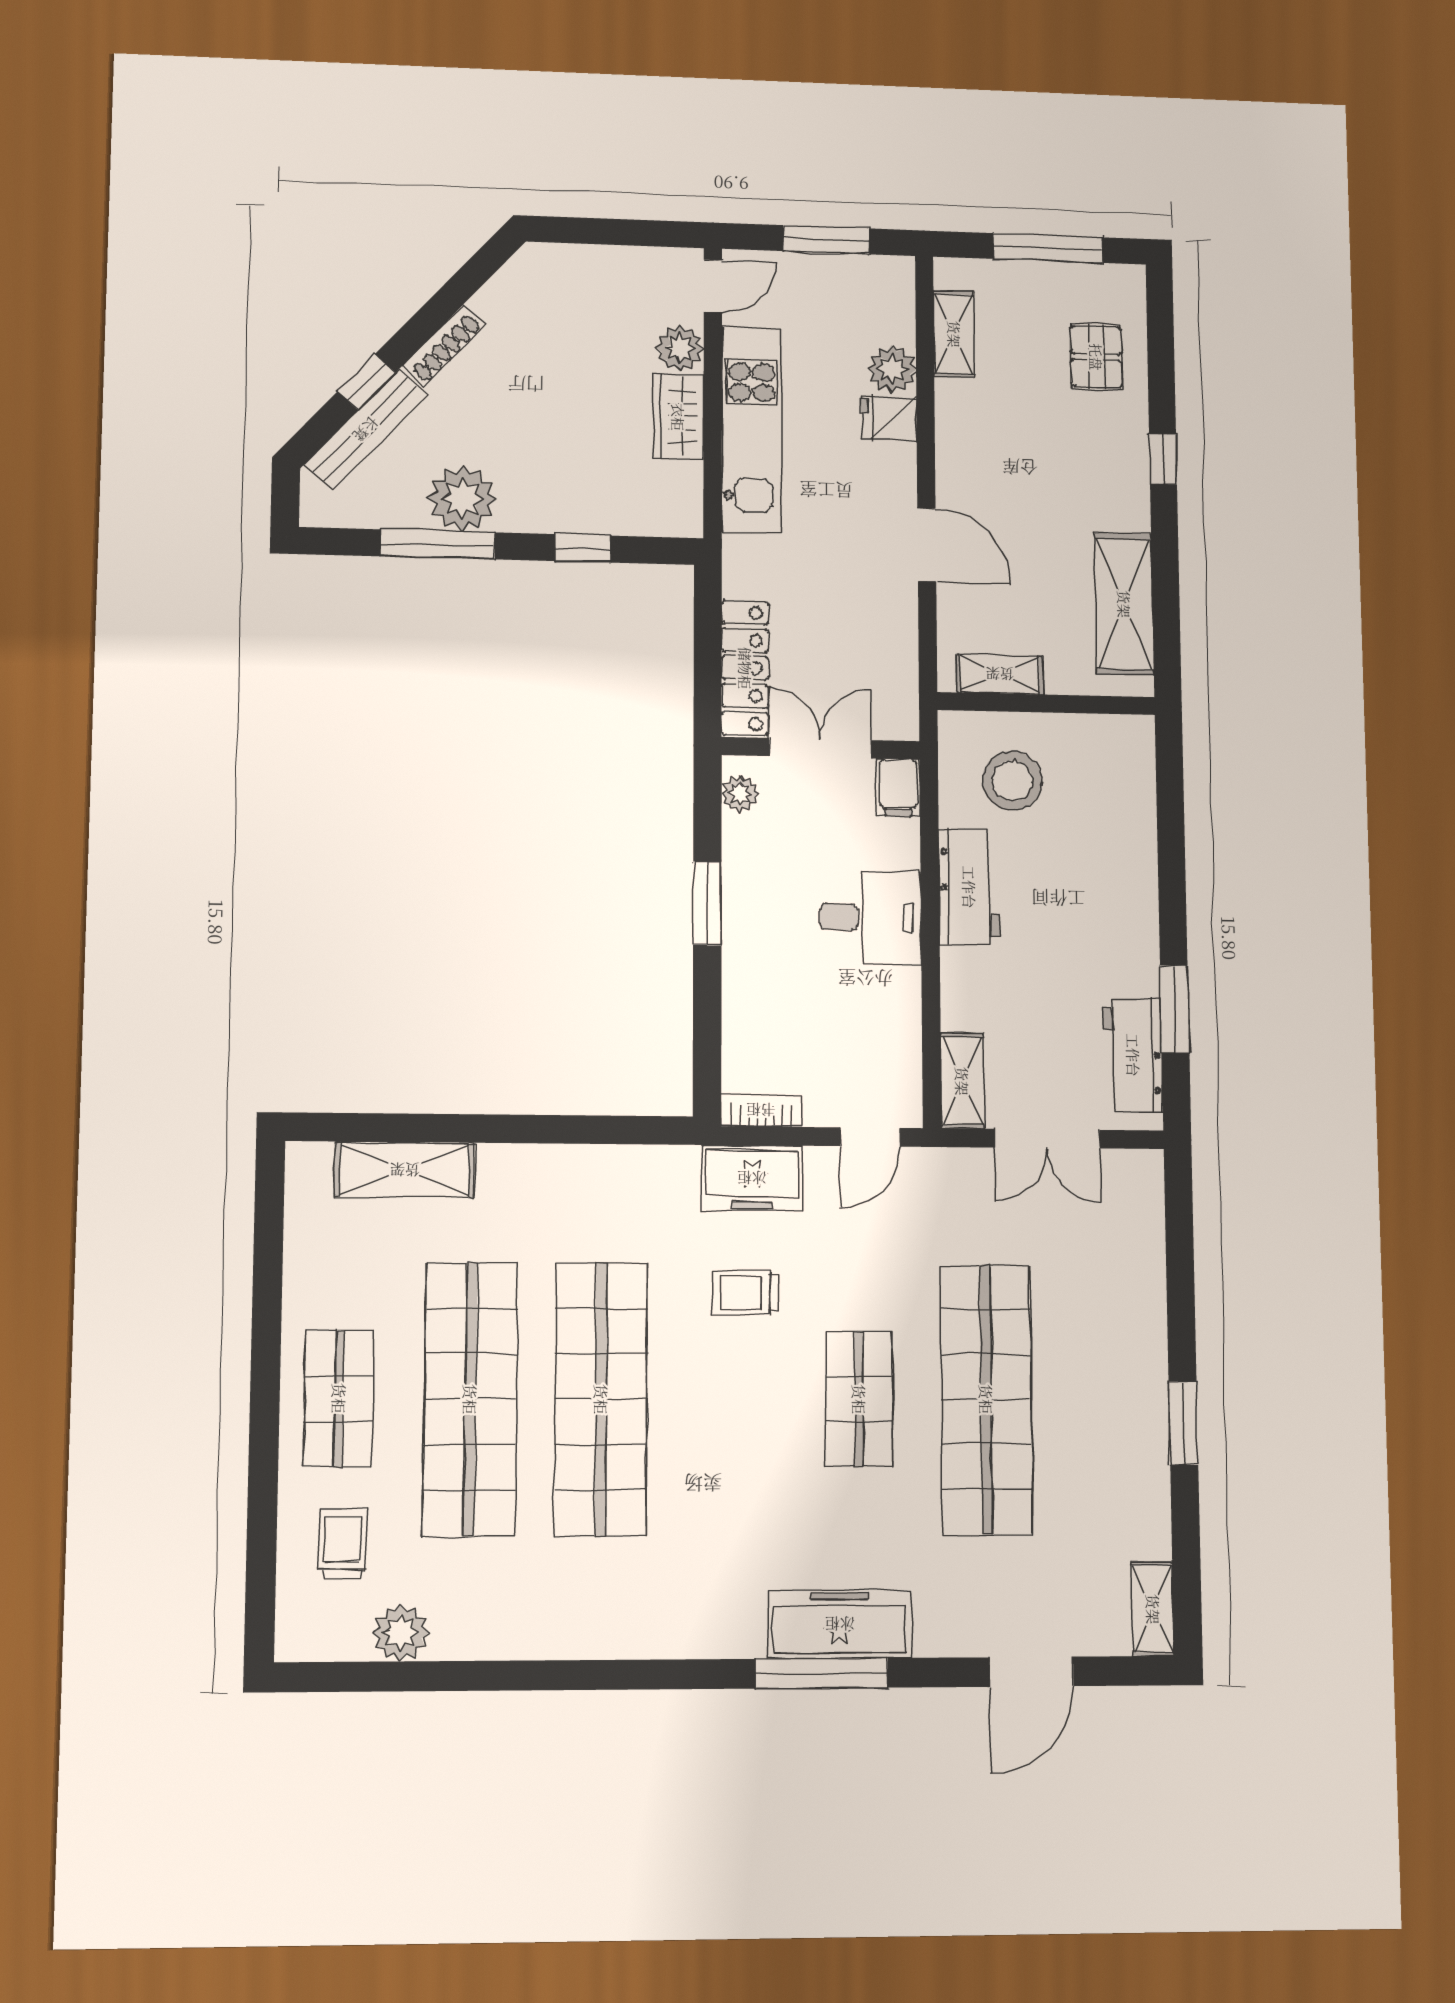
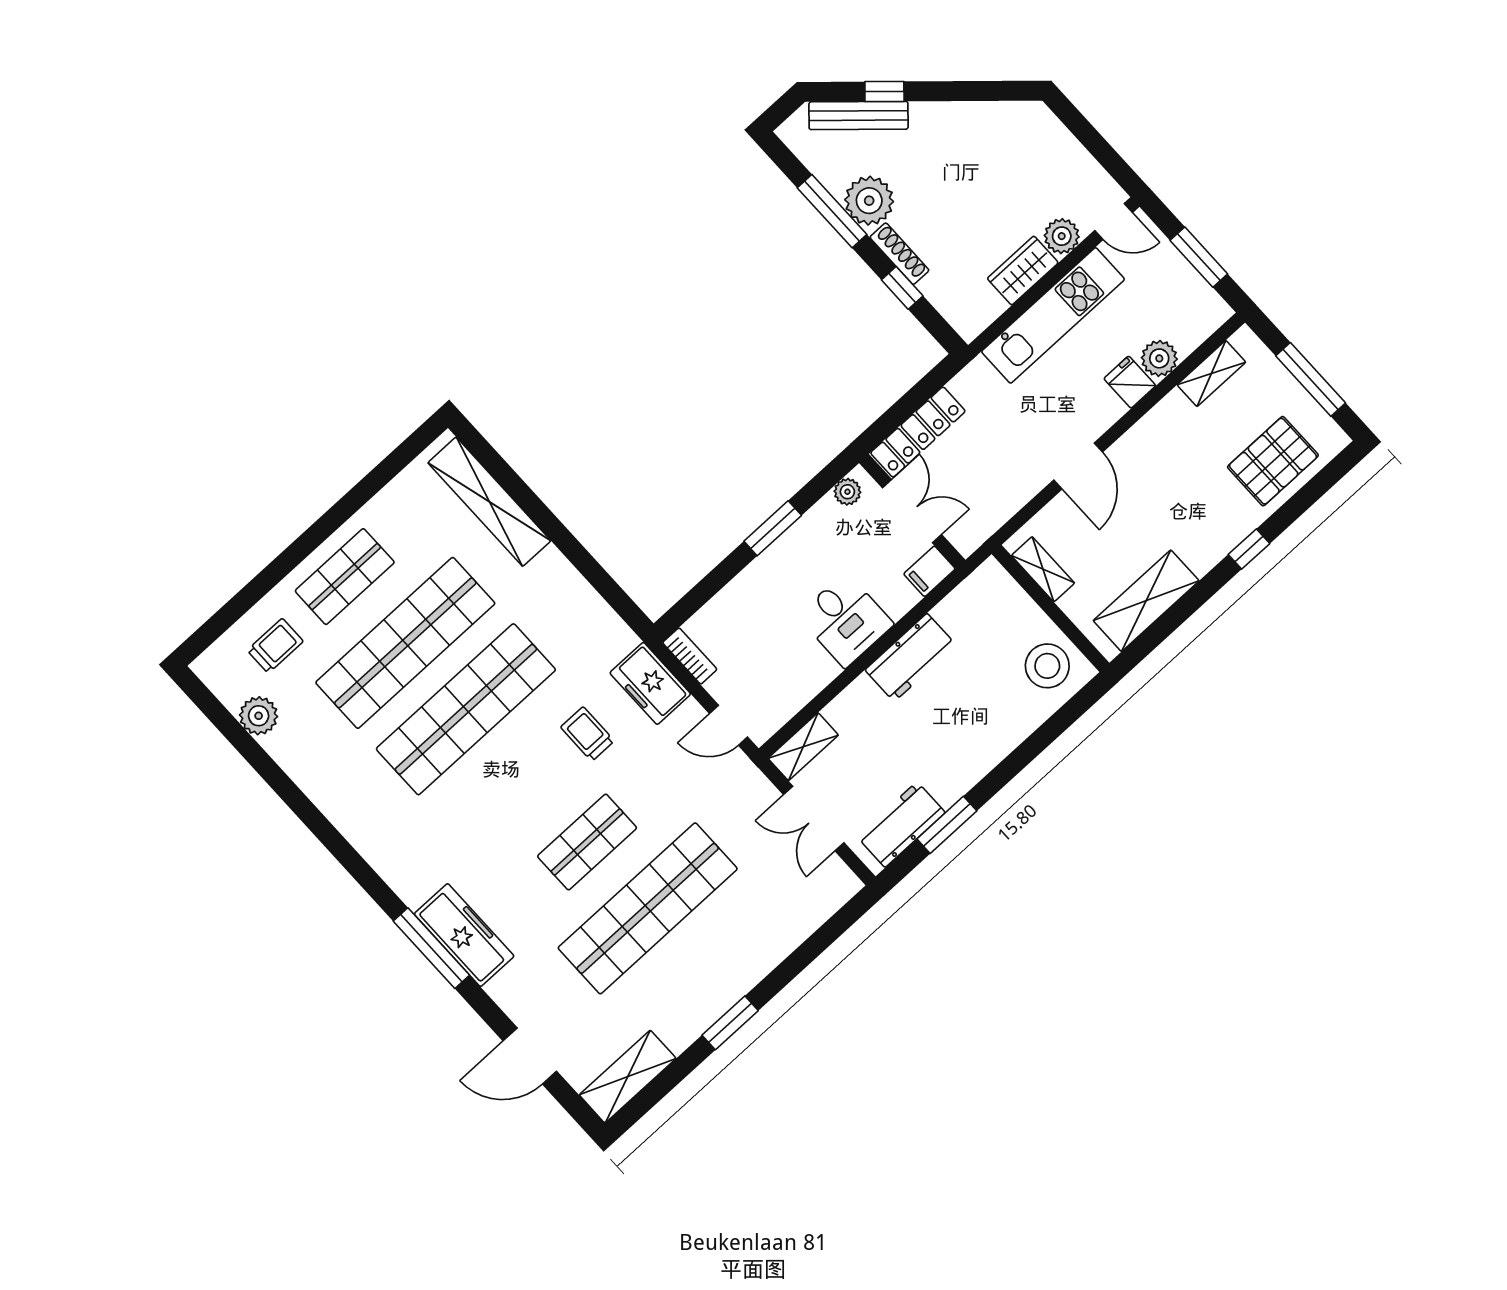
shoe rack: (444, 345) -> (899, 254), moved, turned -132
pallet: (1096, 357) -> (1273, 461), width x1.50, depth x1.42
stool: (1012, 781) -> (1047, 666), moved
shelving: (405, 1170) -> (489, 502), width x1.47
shelving: (1153, 1609) -> (628, 1077), width x1.50, depth x1.33

